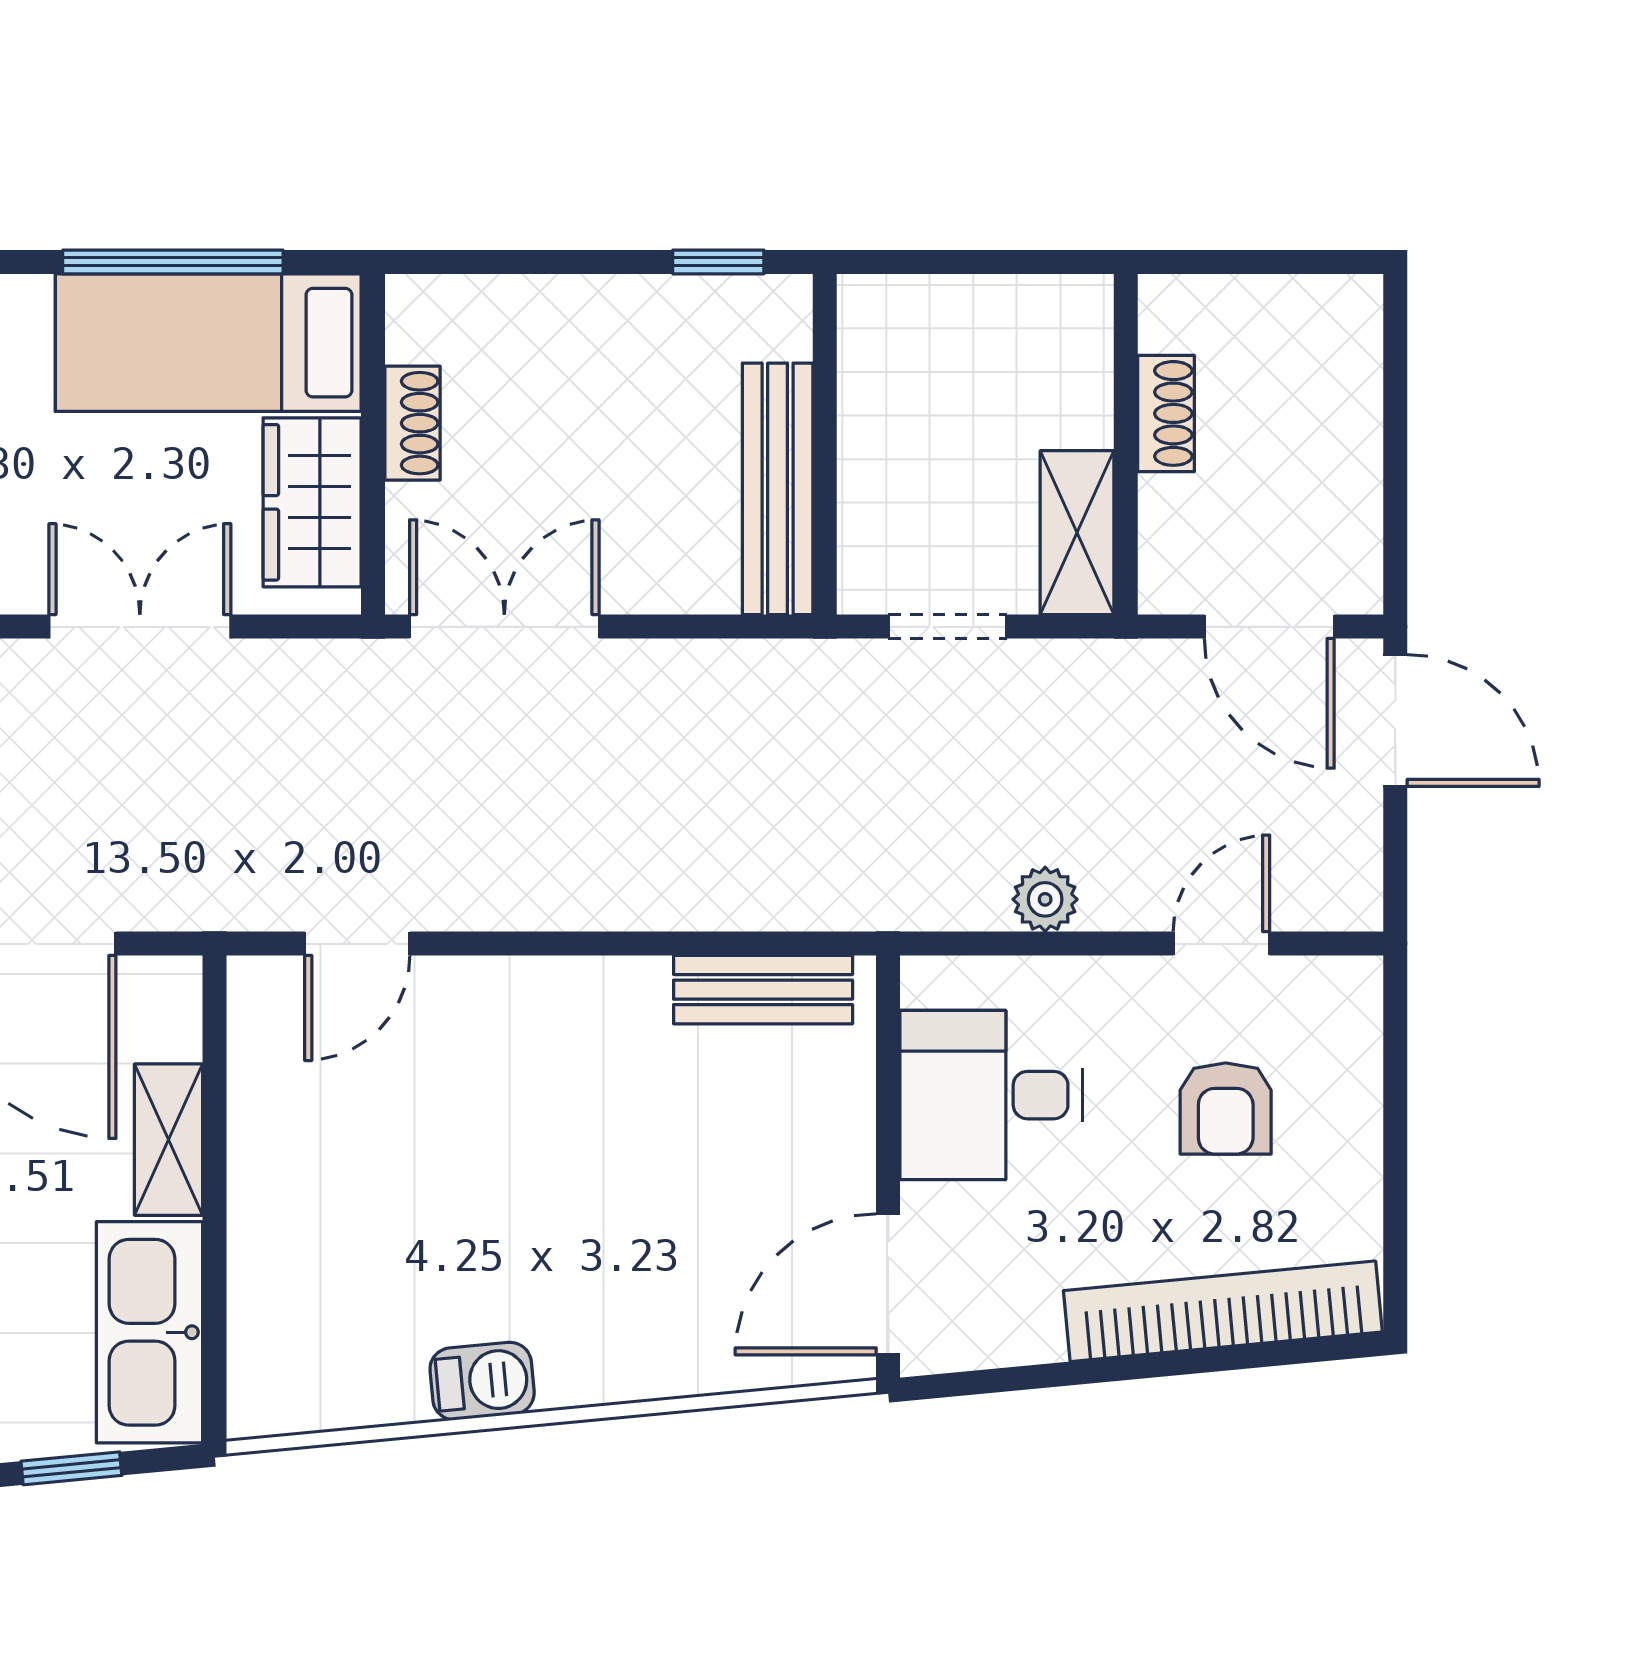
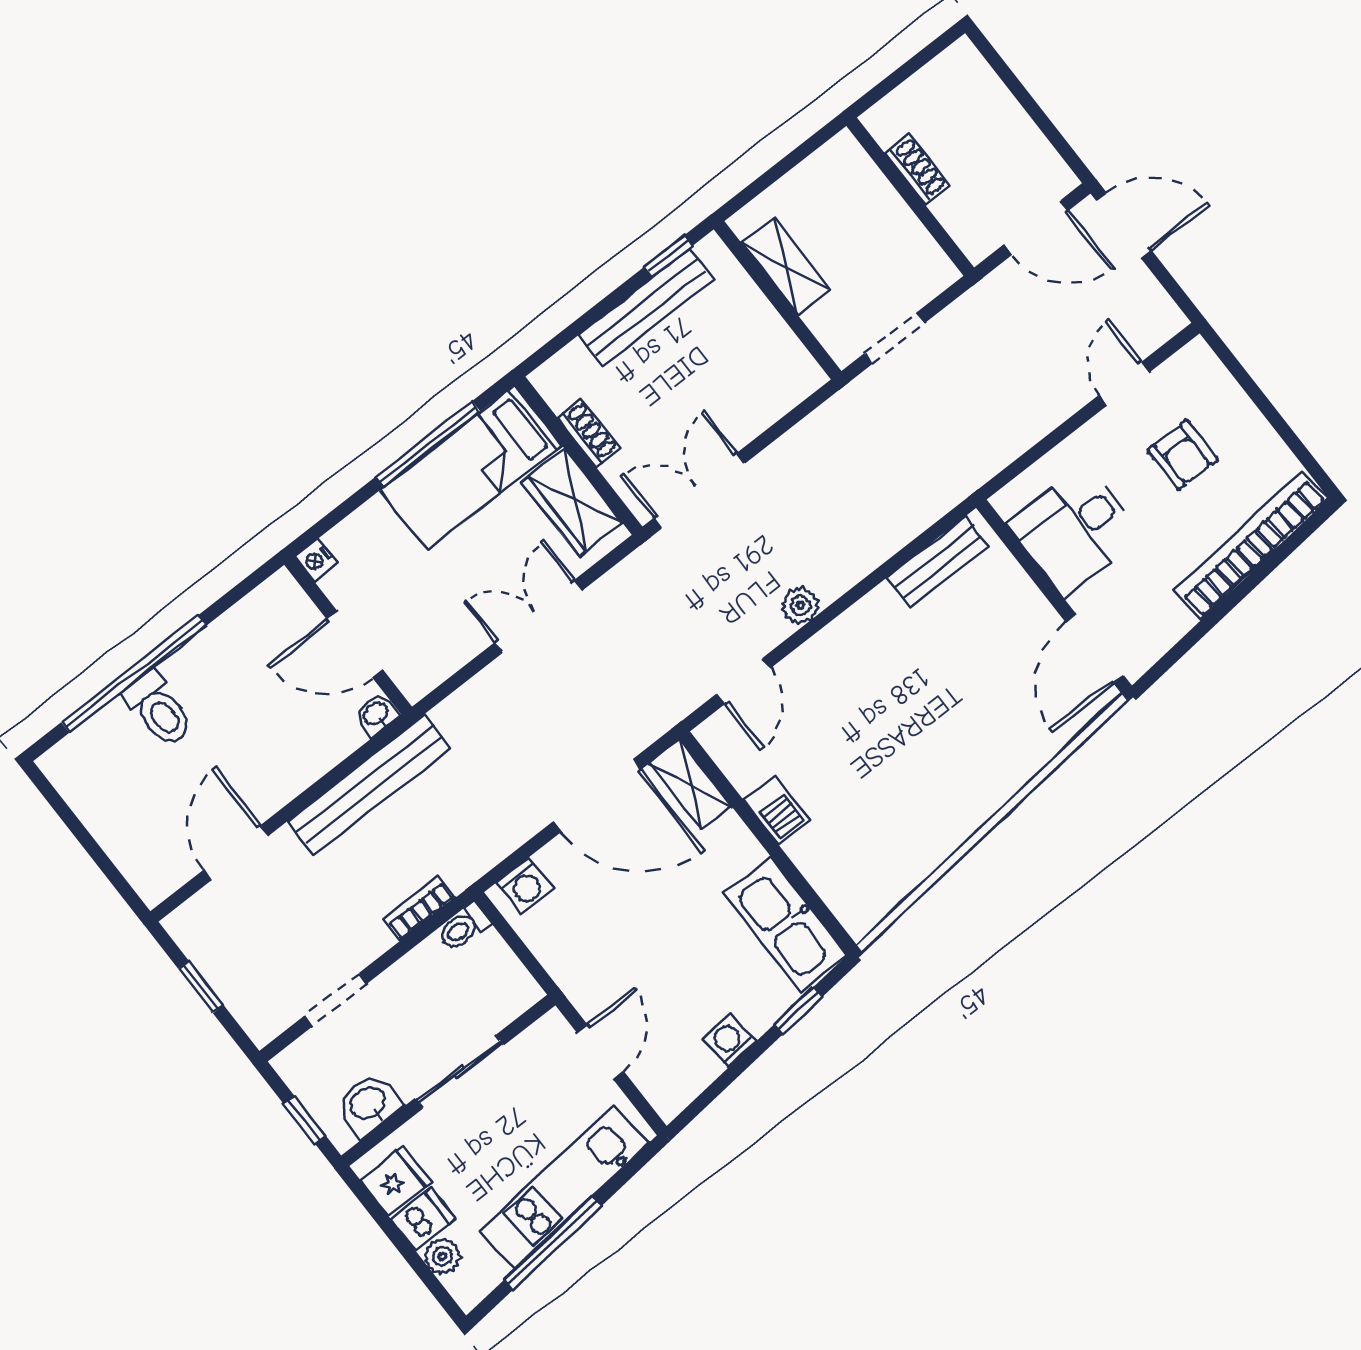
bench: (778, 489) -> (646, 307), moved, turned 90
shelving: (1077, 533) -> (786, 267), moved
plant: (1045, 899) -> (800, 605), moved
shelving: (168, 1140) -> (690, 785), moved
barbecue: (482, 1381) -> (777, 809), moved, turned 95

